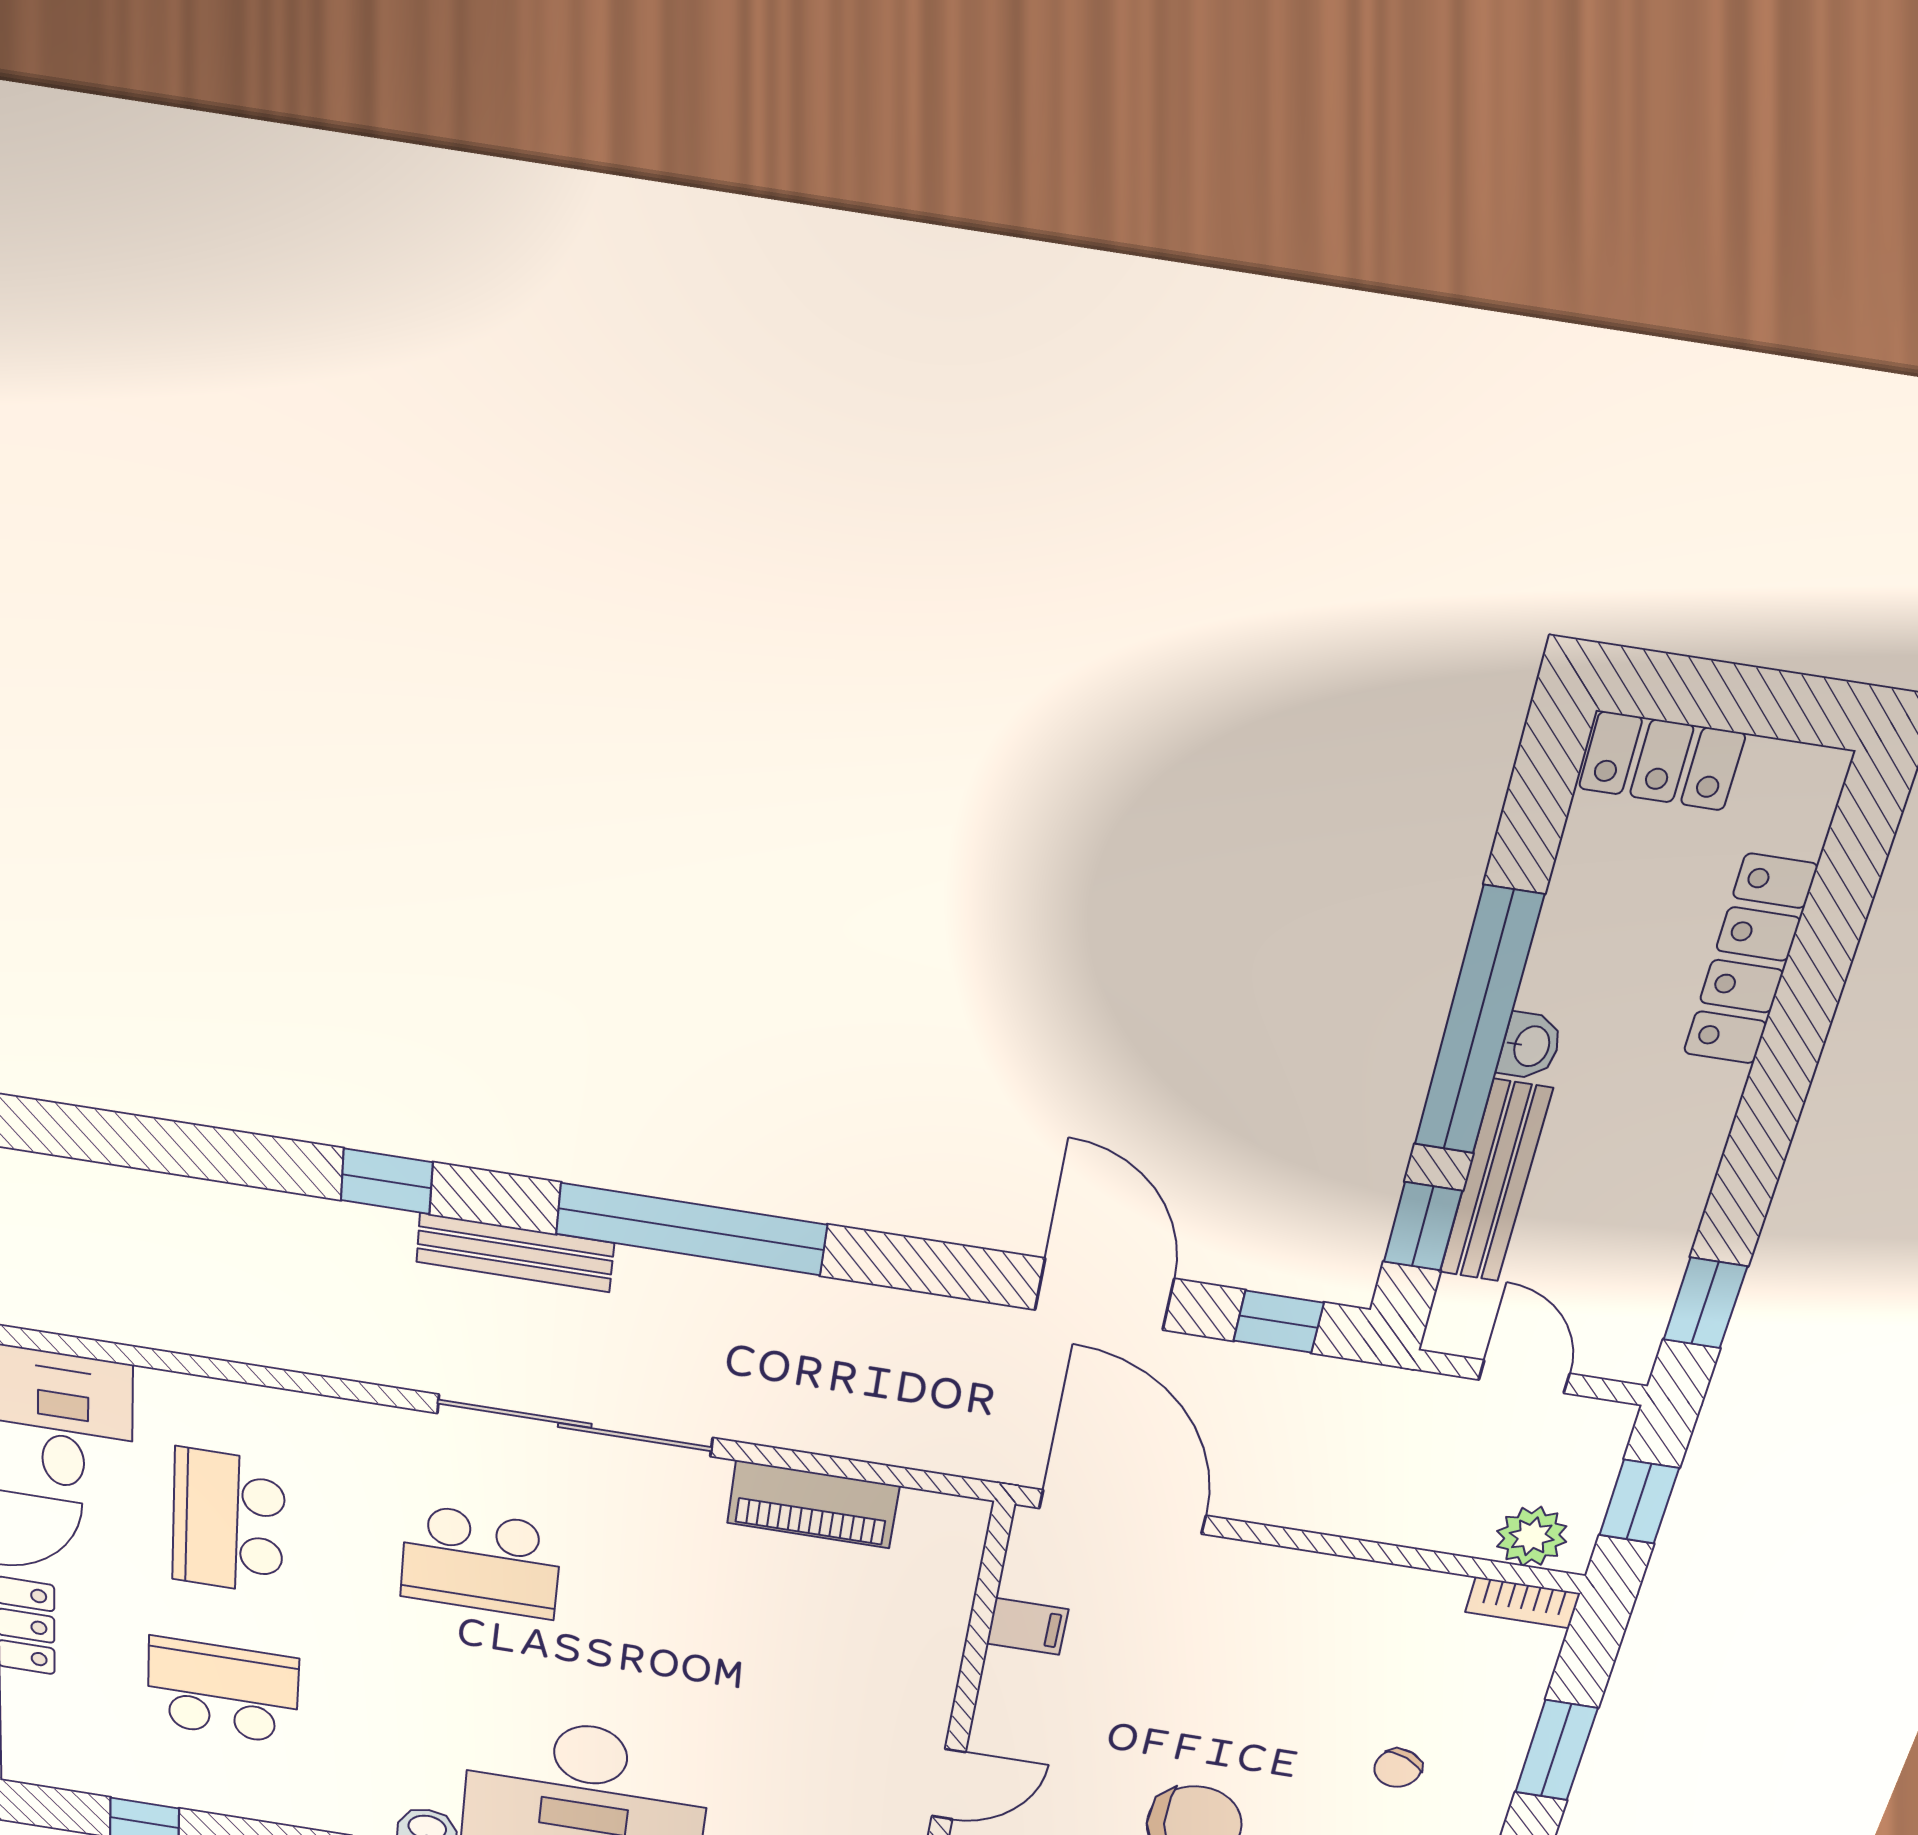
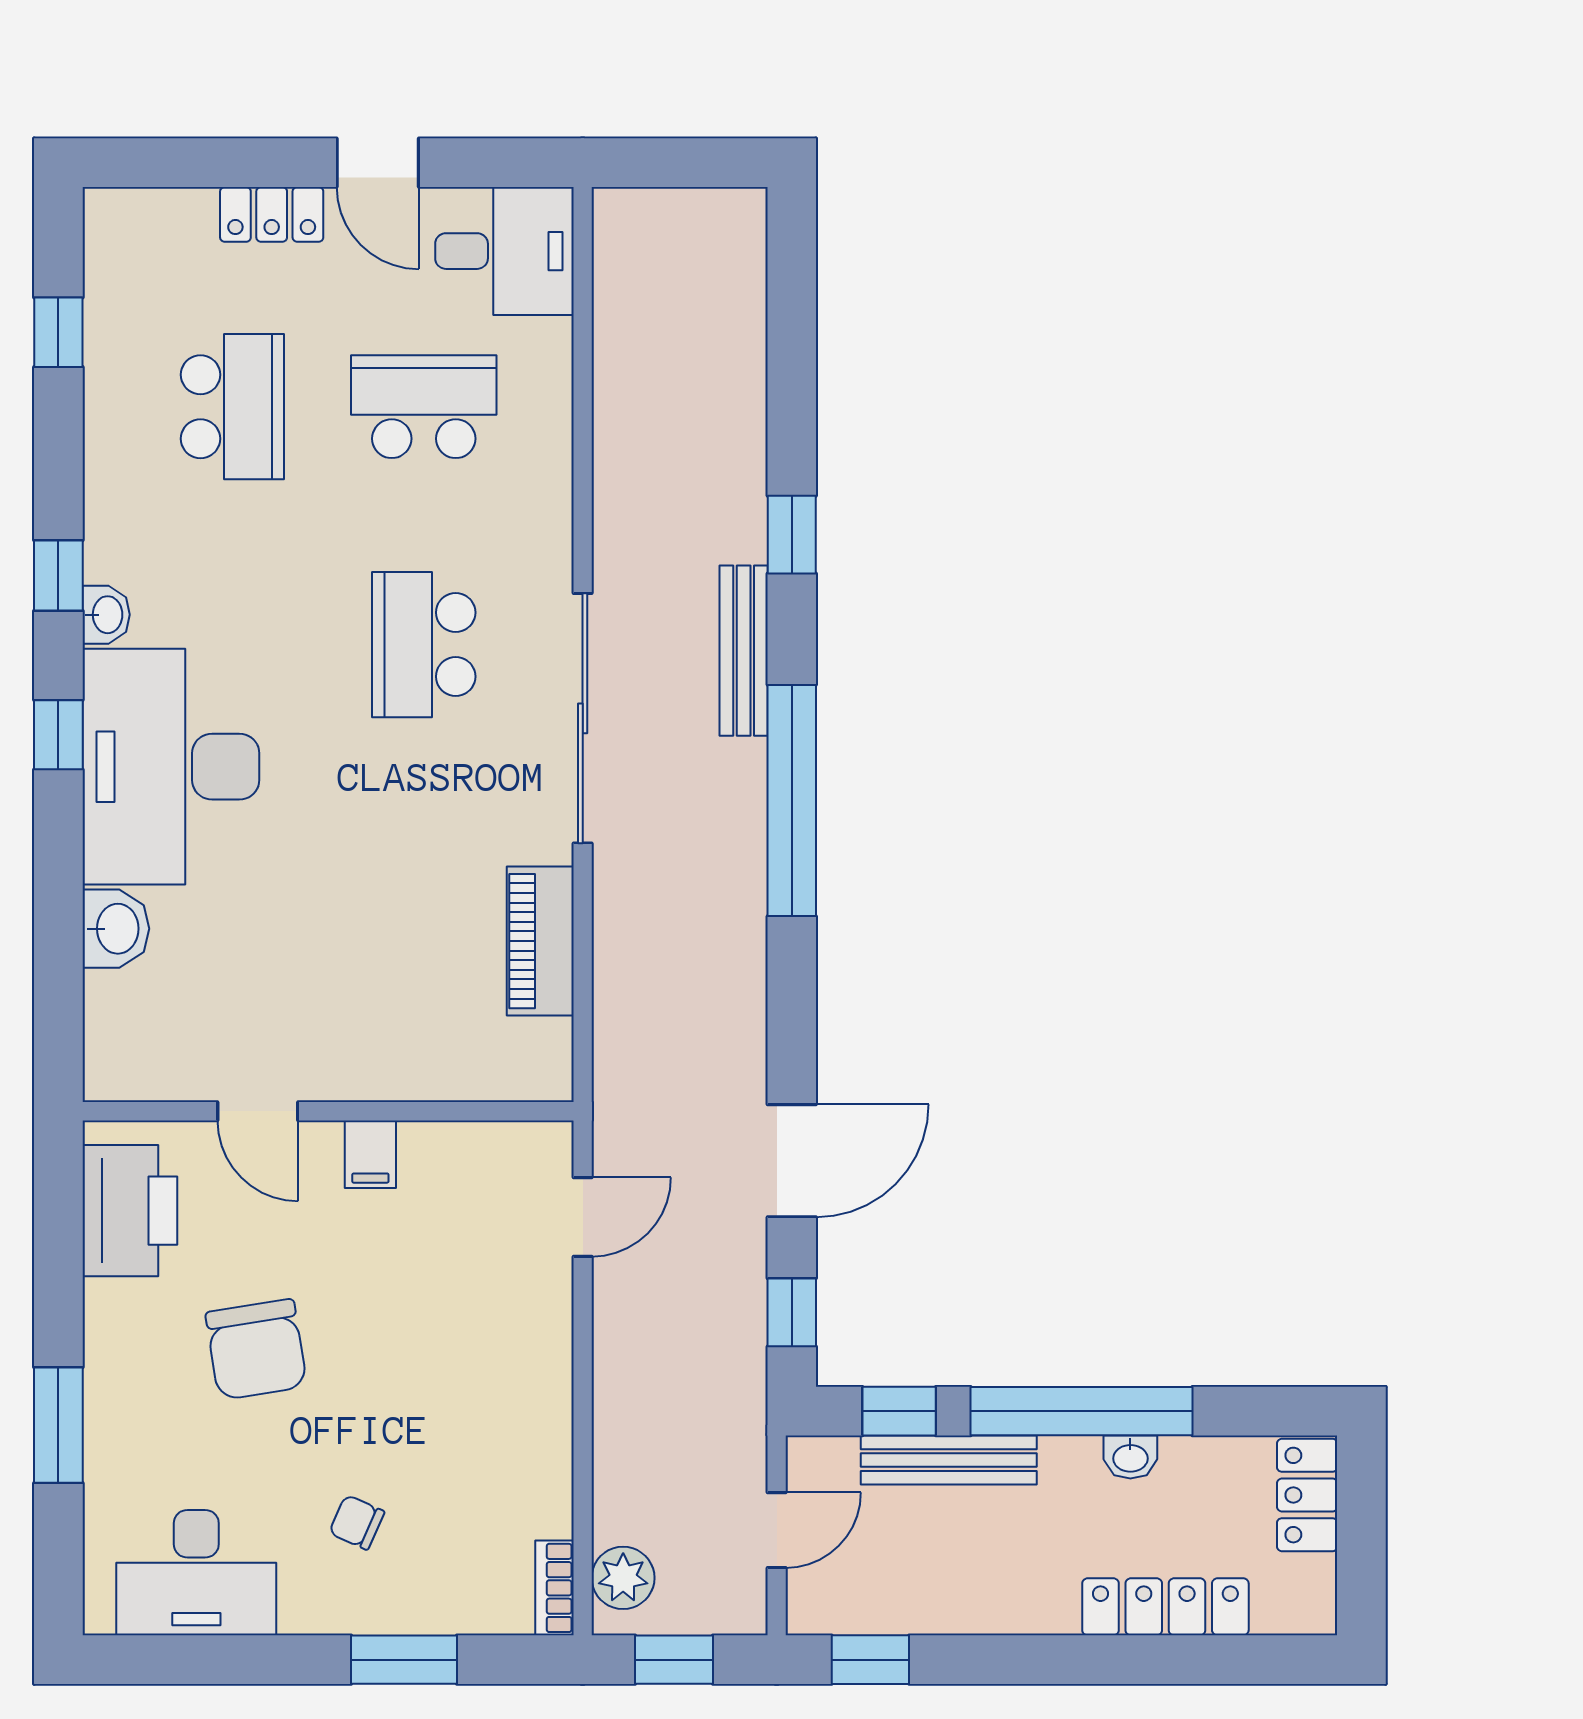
washbasin: (1530, 1046) -> (1130, 1457), moved
door: (1122, 1512) -> (583, 1217), width x0.53
filing cabinet: (1027, 1626) -> (370, 1154), moved

